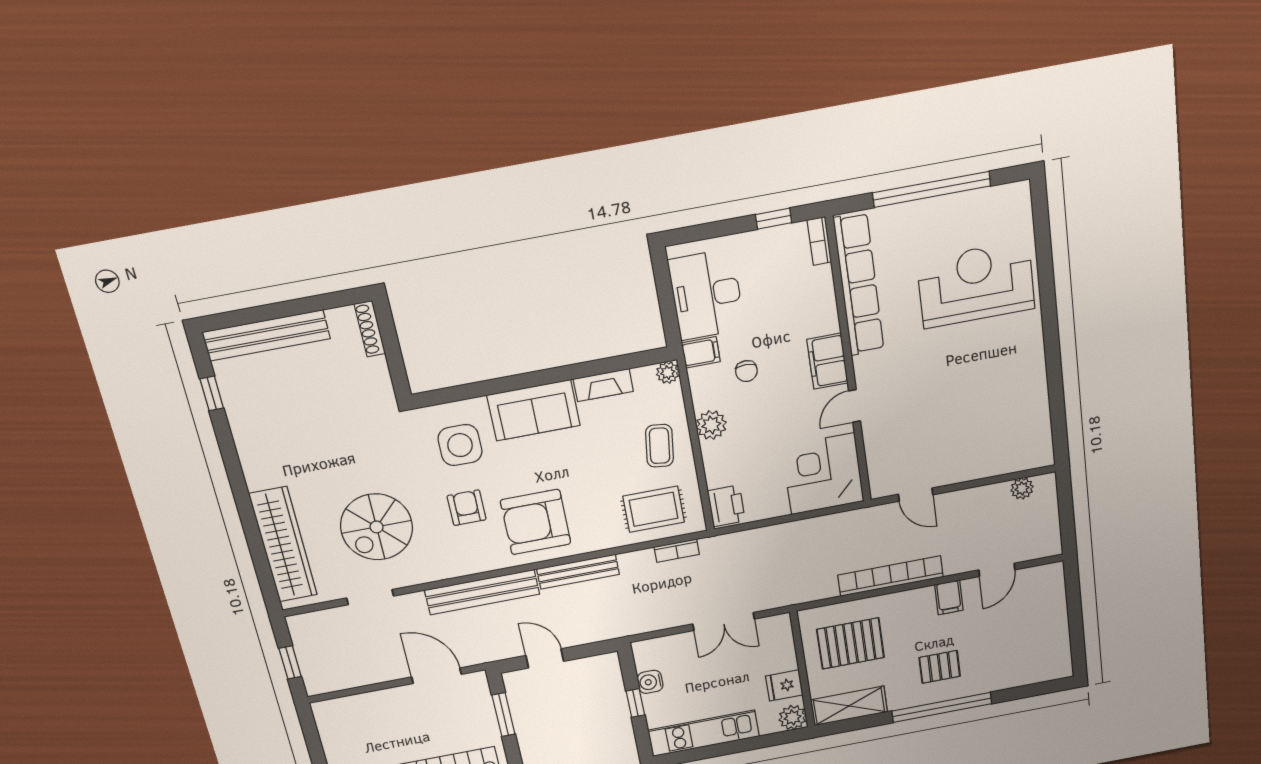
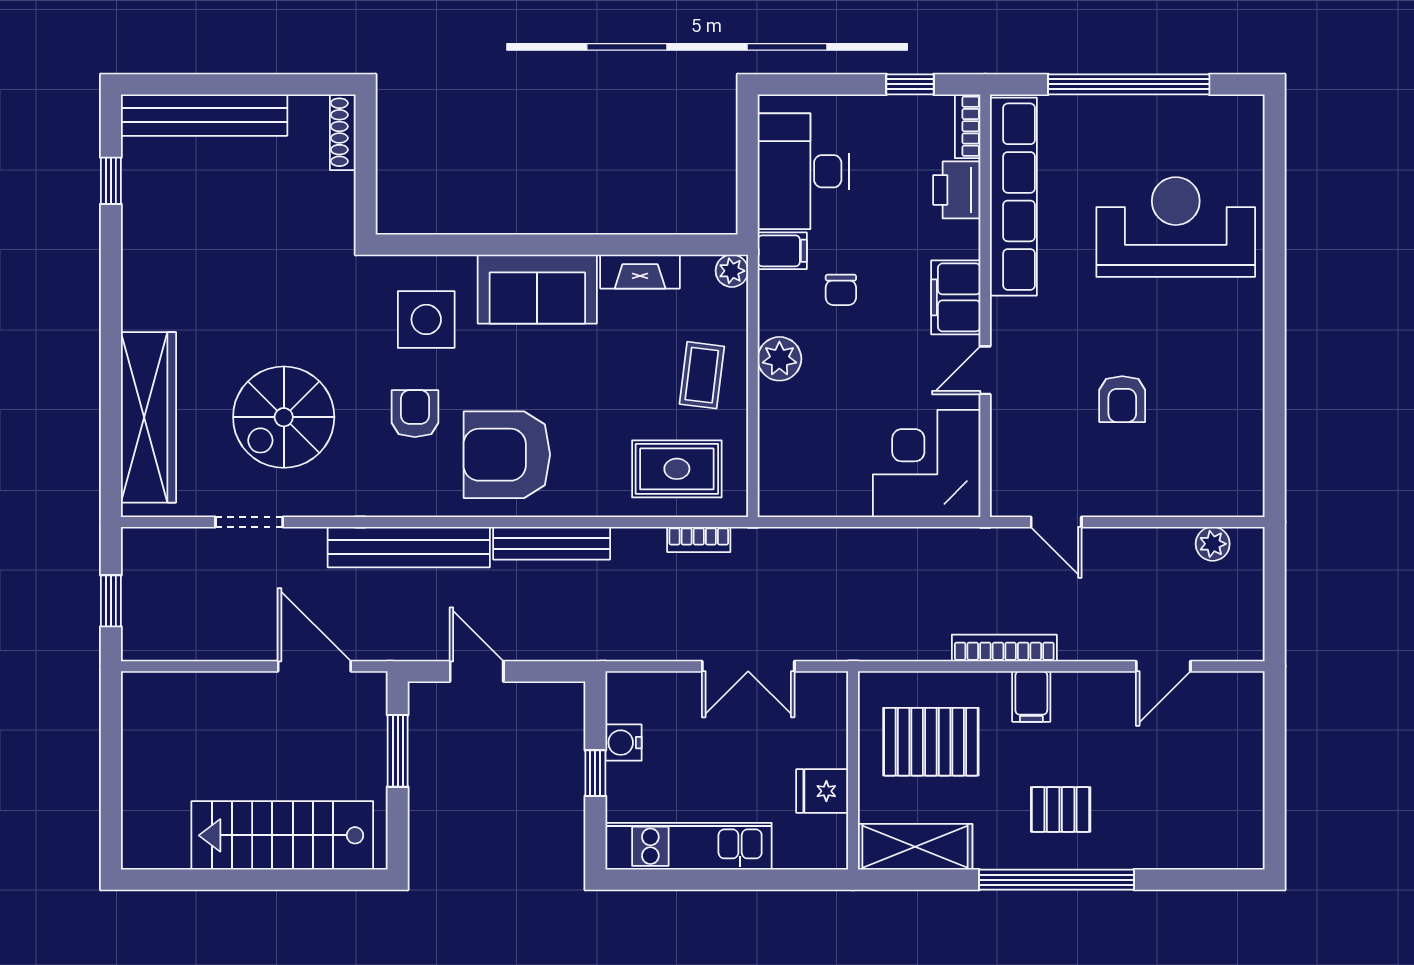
armchair: (951, 407) -> (1122, 399), added
printer: (726, 506) -> (957, 190), moved, turned 180
bookcase: (891, 576) -> (1004, 648), width x0.68, depth x0.76
filing cabinet: (949, 597) -> (1031, 696), moved
plant: (793, 717) -> (827, 848), removed

